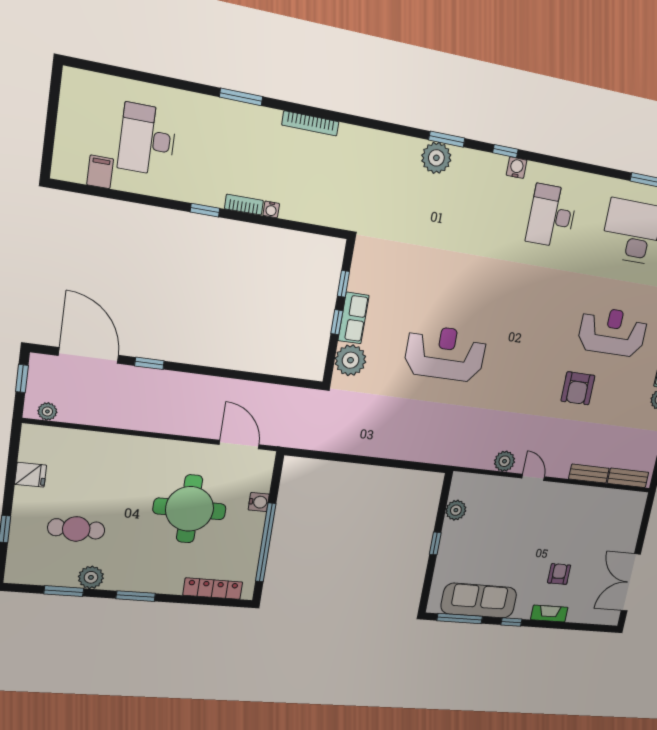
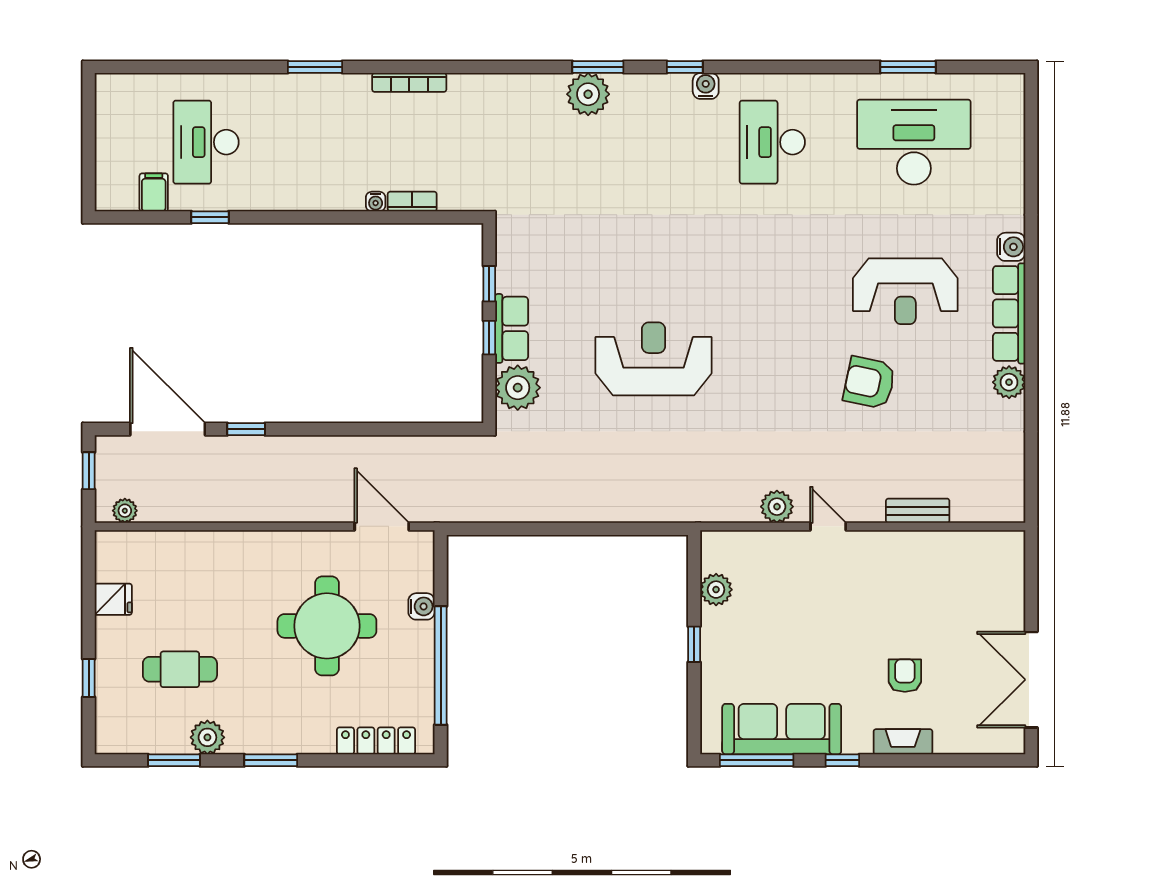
bookcase: (244, 205) -> (412, 201), moved
window: (205, 210) -> (210, 217), moved
reception desk: (613, 332) -> (905, 291), turned 180
armchair: (578, 388) -> (869, 383), turned 102
bench: (628, 478) -> (985, 510), removed

